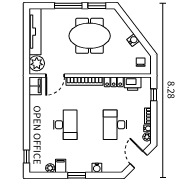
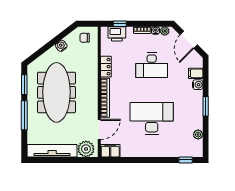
meeting table: (90, 36) -> (57, 92), width x1.36
door: (55, 76) -> (99, 129), hinge flipped
printer: (133, 84) -> (117, 34), moved, turned 90
desk: (65, 125) -> (152, 118), width x1.36, depth x1.30
door: (139, 159) -> (189, 40), hinge flipped
filing cabinet: (61, 166) -> (196, 73), moved

